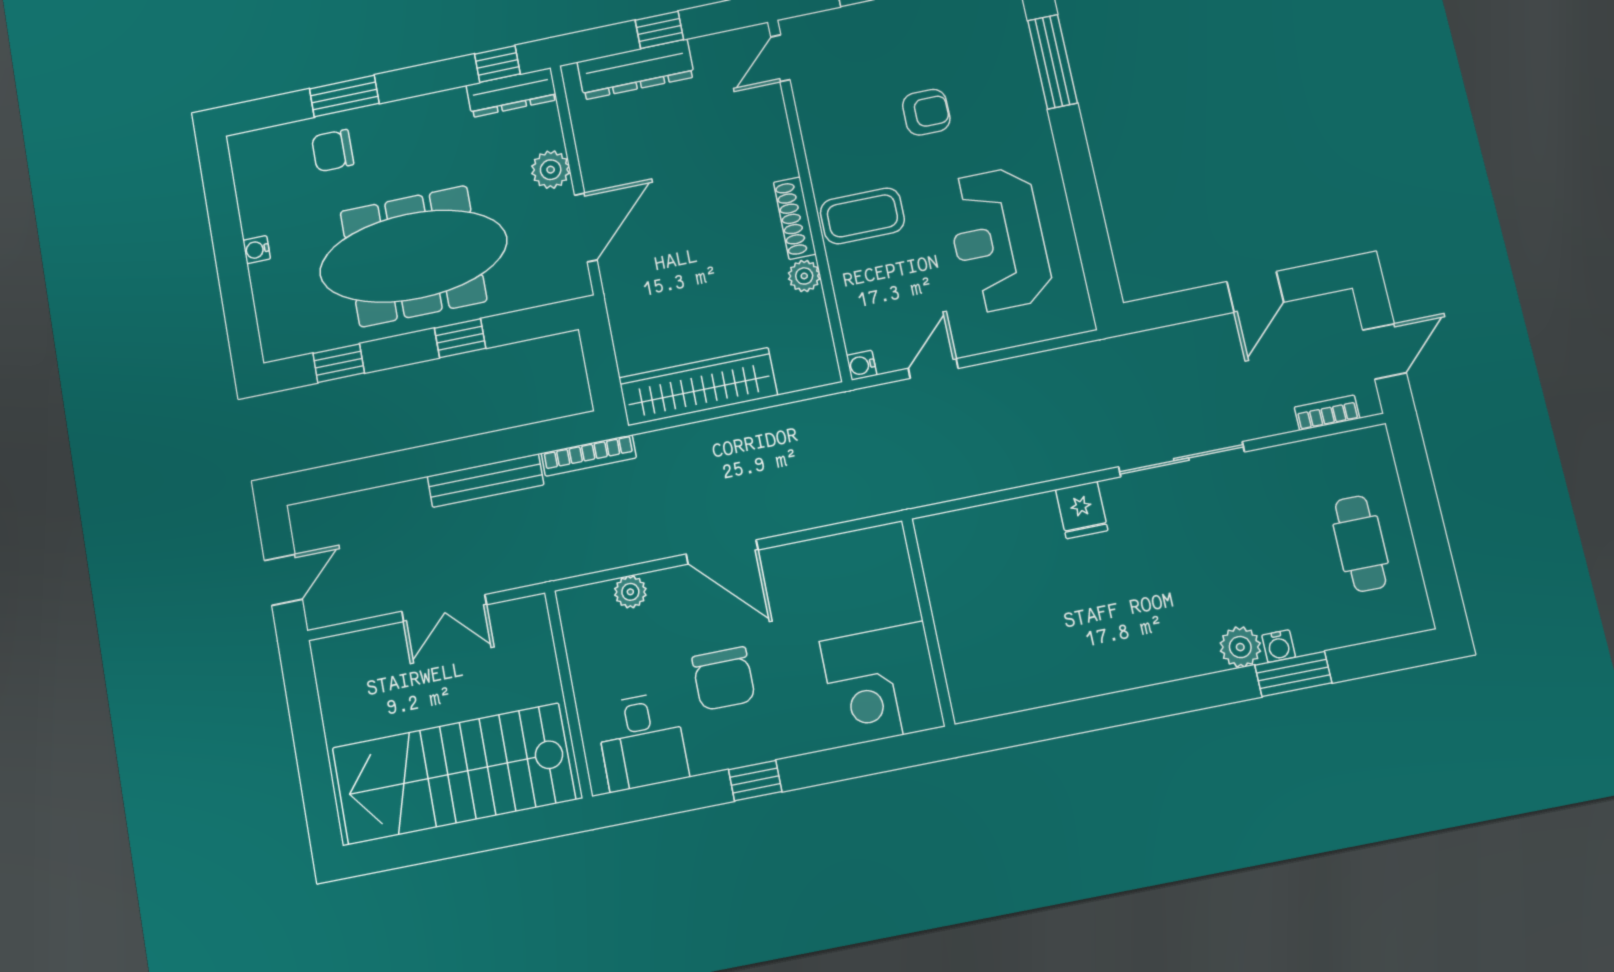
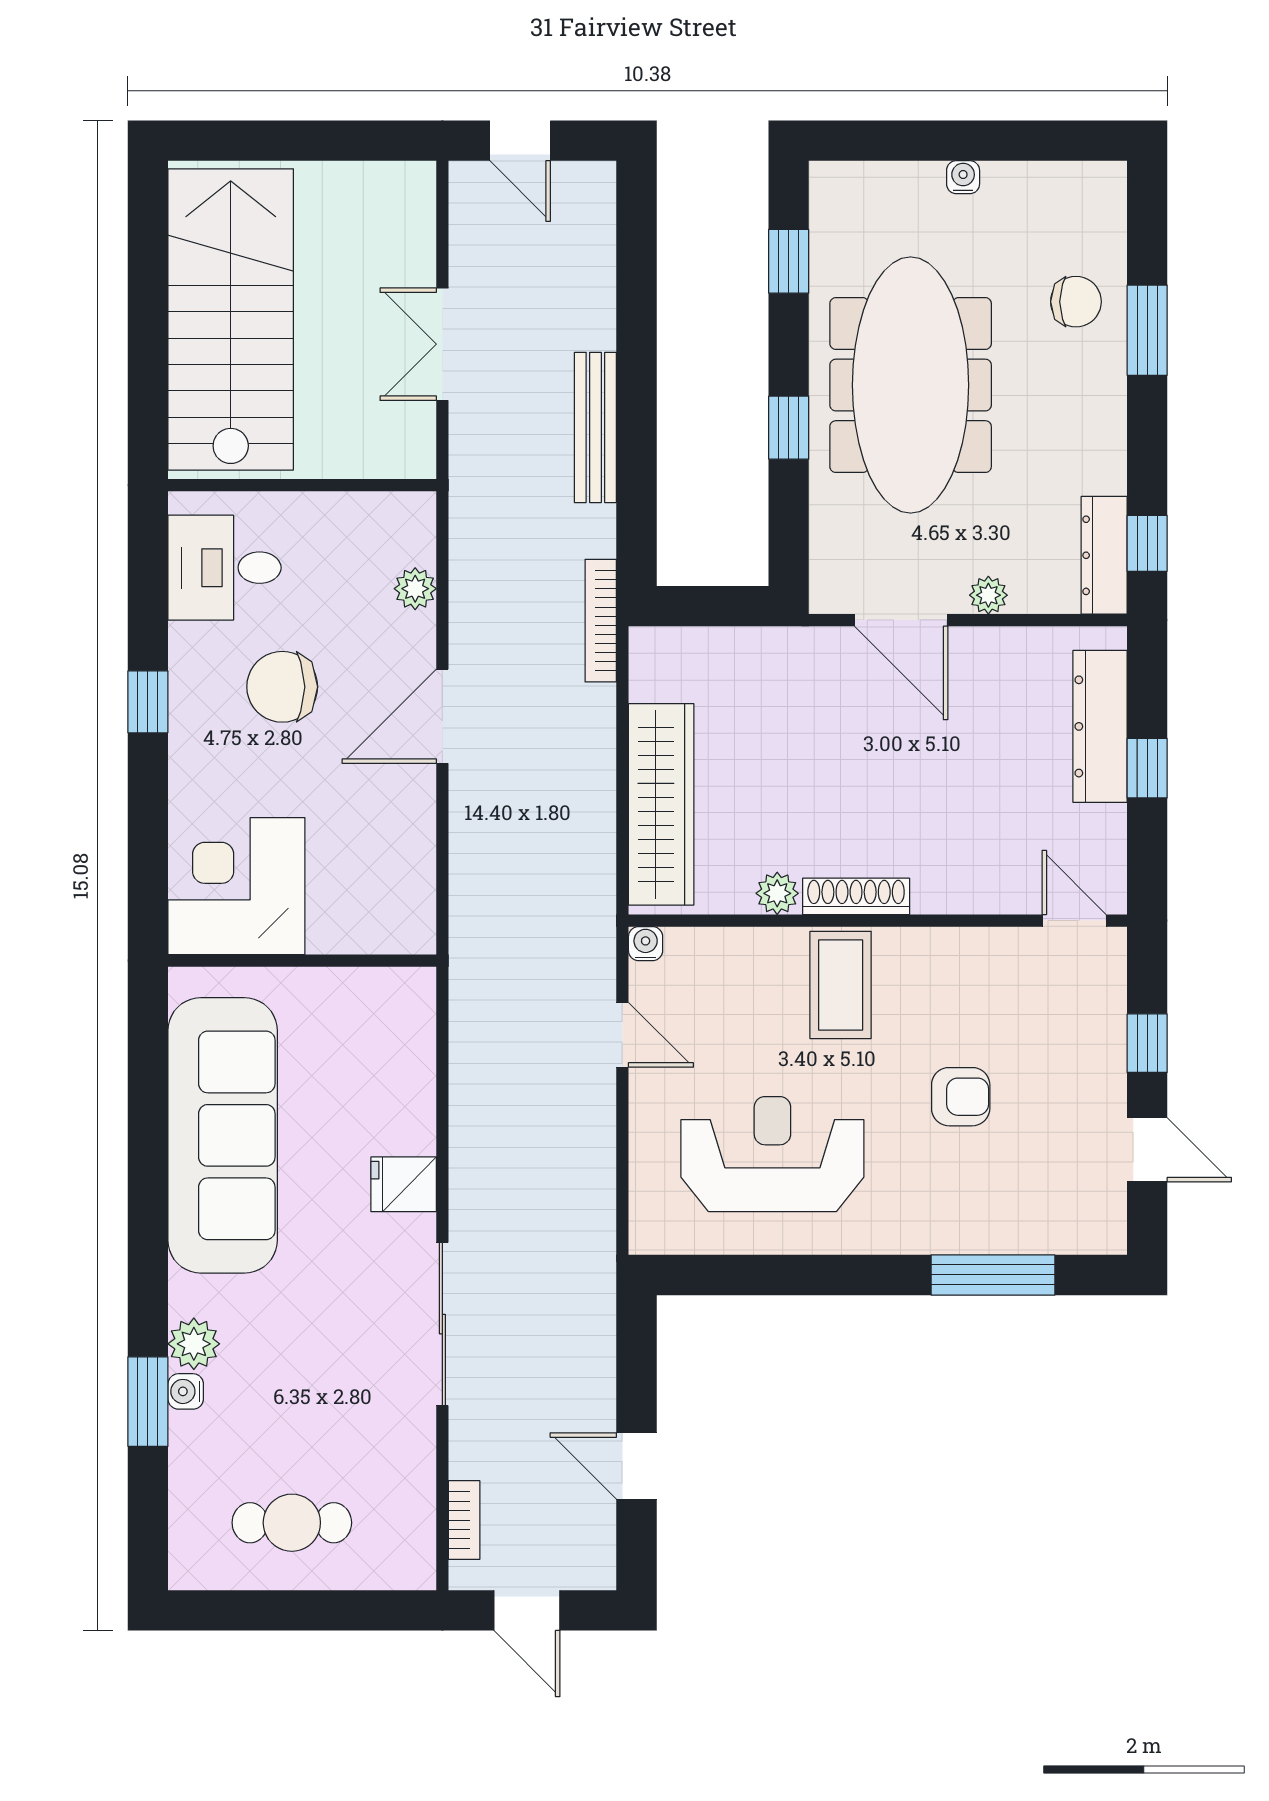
armchair: (926, 112) -> (961, 1097), turned -90
chair: (333, 151) -> (1076, 302), turned 90
plant: (551, 170) -> (988, 595), width x0.73, depth x0.73
wardrobe: (698, 387) -> (661, 804), moved
bookcase: (589, 455) -> (601, 621), moved
sofa: (1075, 657) -> (223, 1135), added

